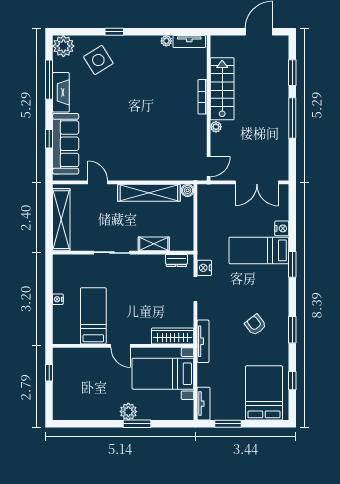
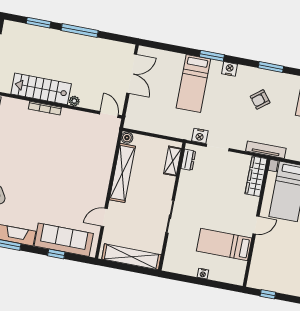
nightstand: (282, 228) -> (229, 69), moved
shelving: (154, 244) -> (173, 161), moved

